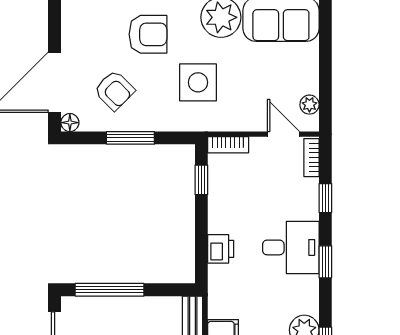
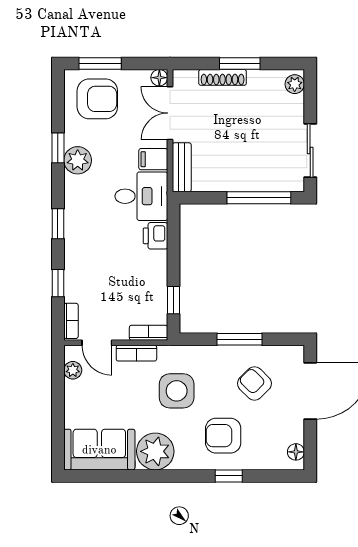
floor lamp: (70, 123) -> (296, 452), moved
bookcase: (241, 123) -> (136, 353), added
desk: (291, 247) -> (141, 196), moved, turned 180

